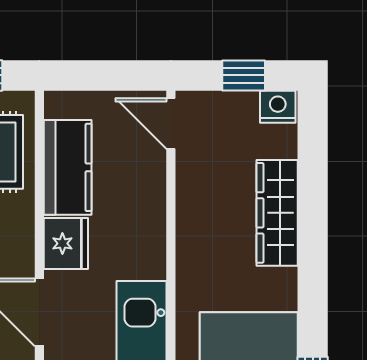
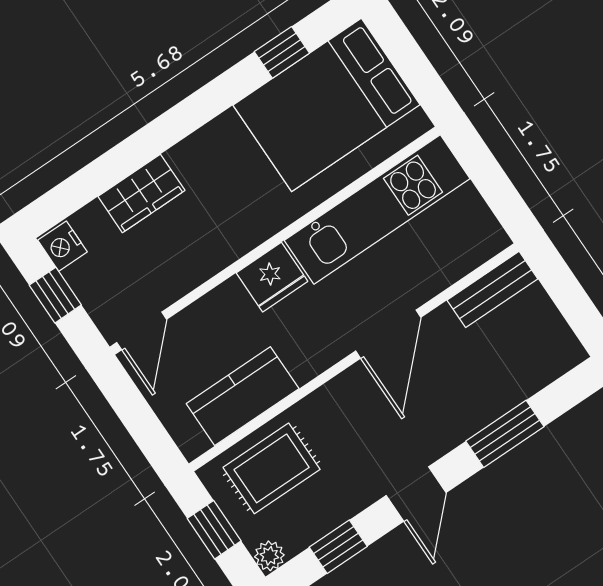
wardrobe: (277, 213) -> (141, 193), width x0.67
fridge: (66, 243) -> (272, 277), moved, turned 180

